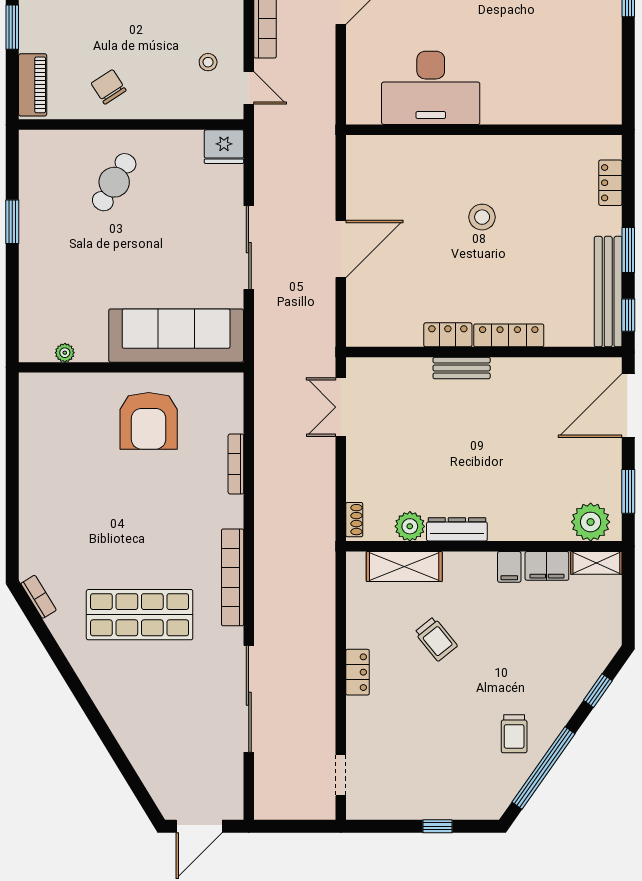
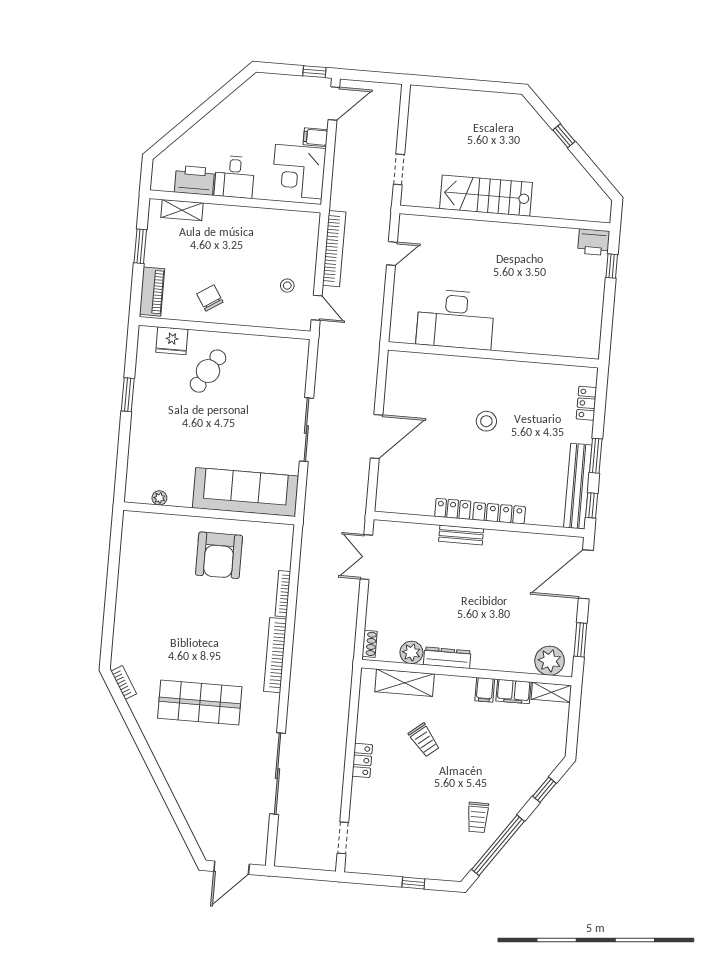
fridge: (224, 147) -> (172, 341), moved
bookcase: (233, 577) -> (275, 655), moved

